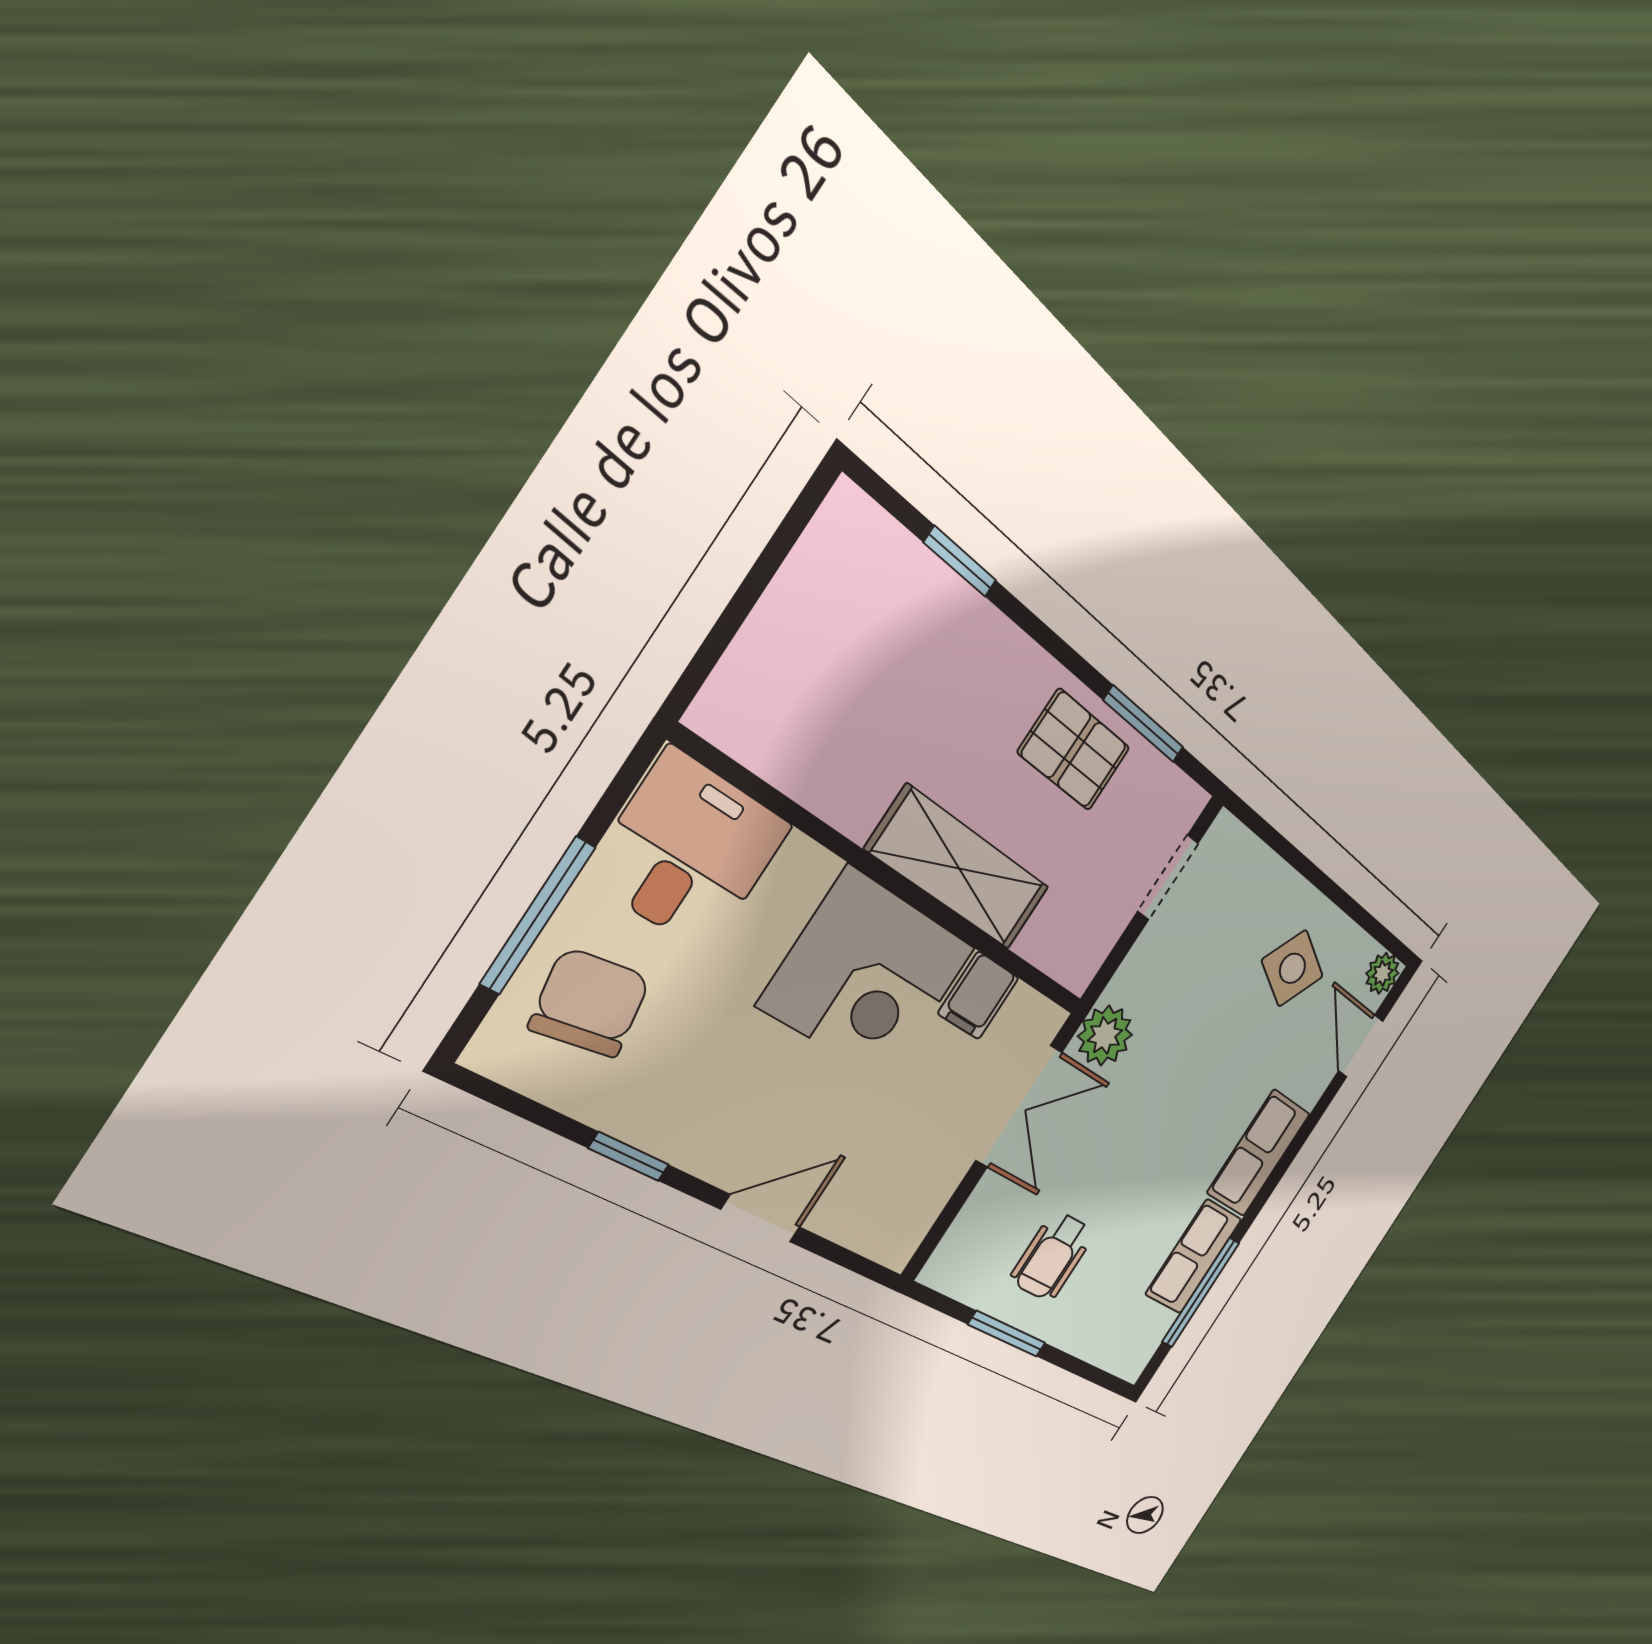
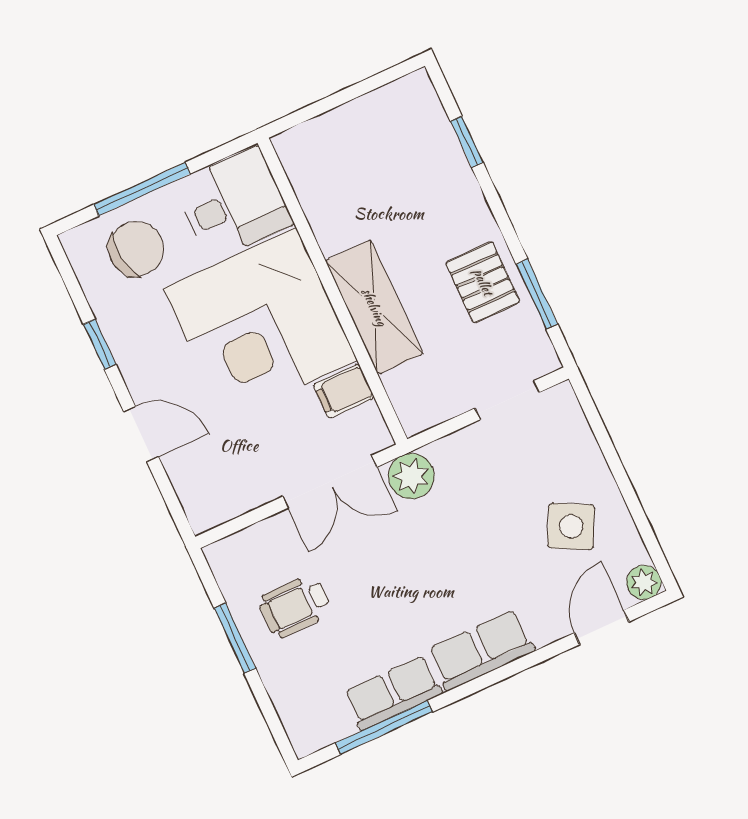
corner desk: (868, 976) -> (260, 324), width x1.36, depth x1.36

